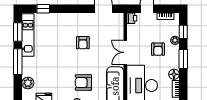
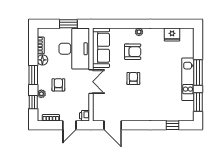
kitchen unit: (28, 35) -> (188, 79), moved
armchair: (83, 43) -> (133, 78), moved
plant: (28, 83) -> (188, 51), removed

